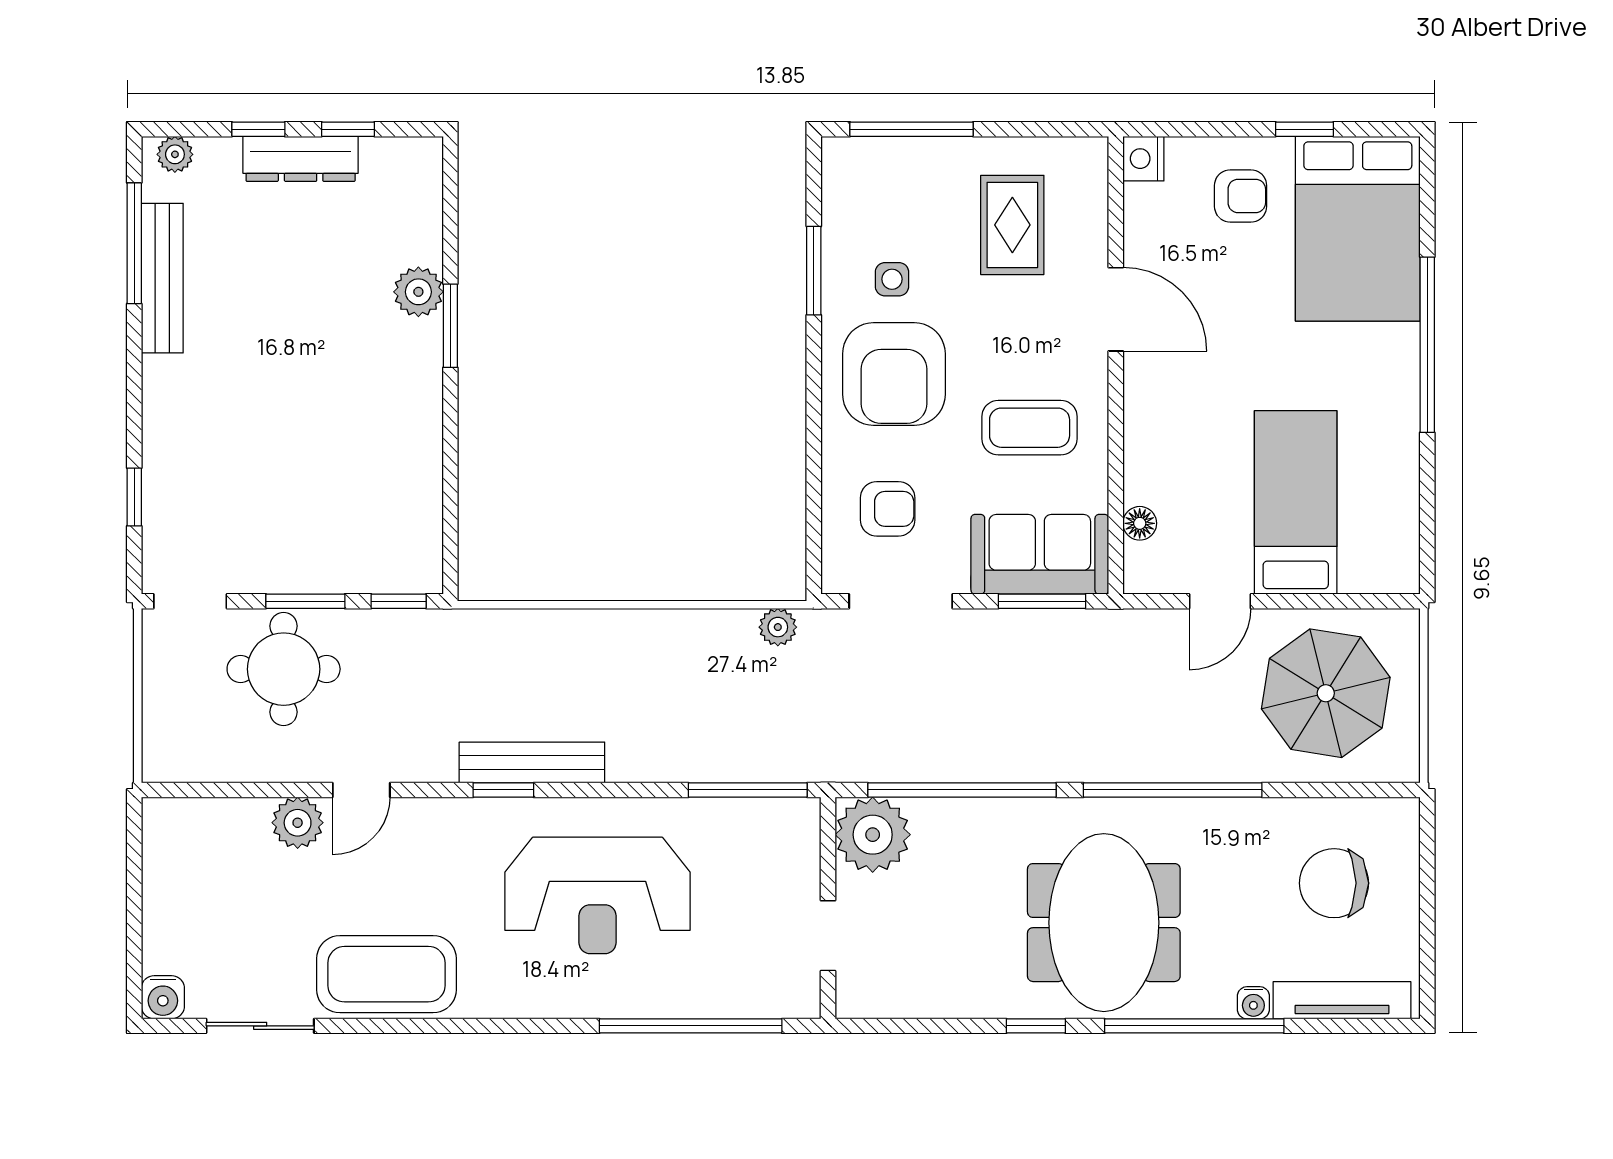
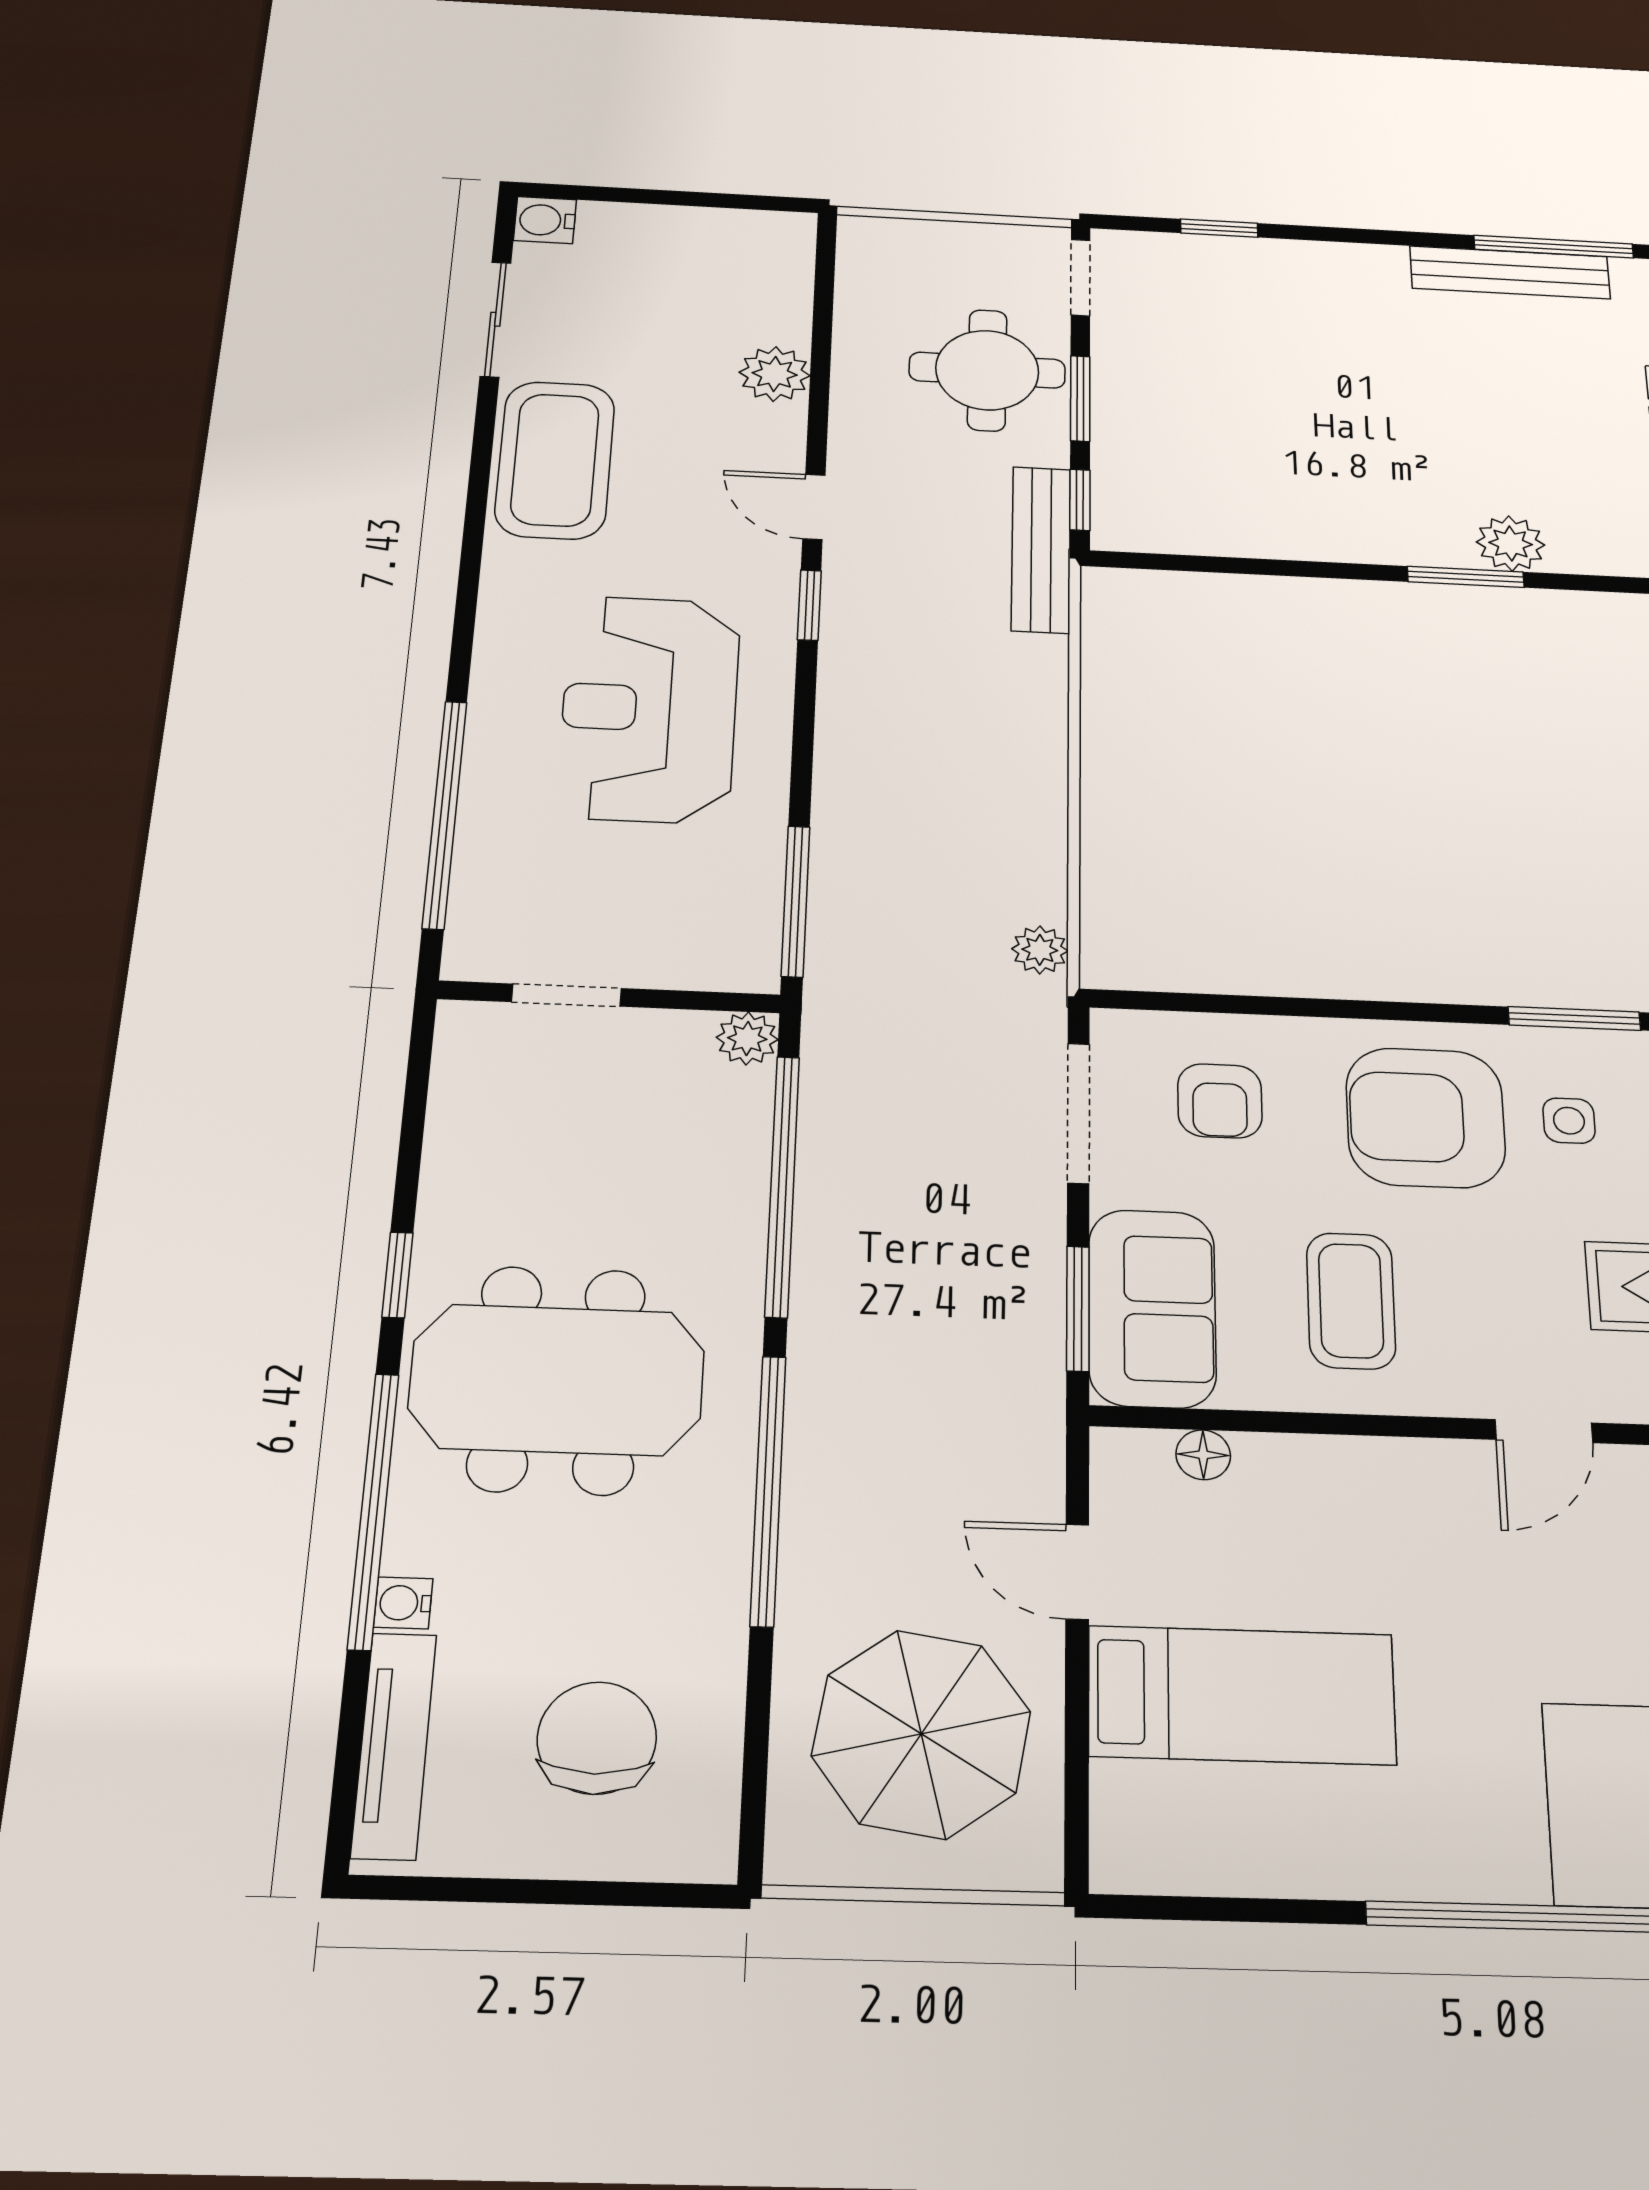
door: (1116, 309) -> (1544, 1431), width x0.73
bench: (532, 762) -> (1041, 549), moved
door: (361, 790) -> (814, 507), moved
plant: (873, 835) -> (747, 1038), width x0.53, depth x0.53

